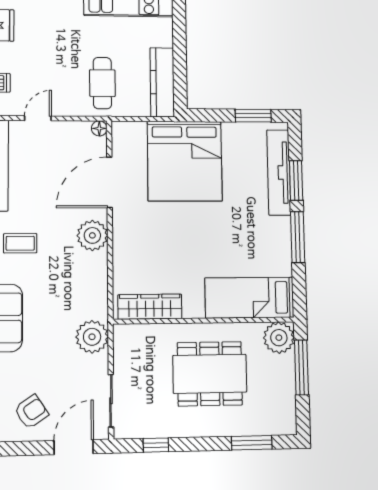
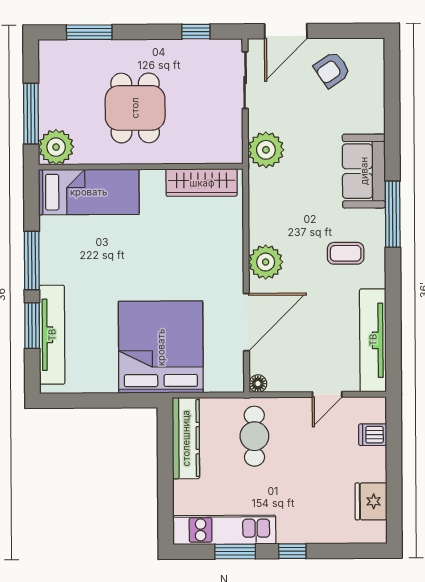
window: (253, 116) -> (81, 401), removed
dining table: (210, 374) -> (135, 108), width x0.73

